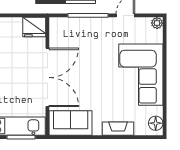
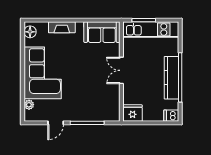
plant: (157, 23) -> (29, 105), moved
double door: (47, 77) -> (121, 70), width x0.54

